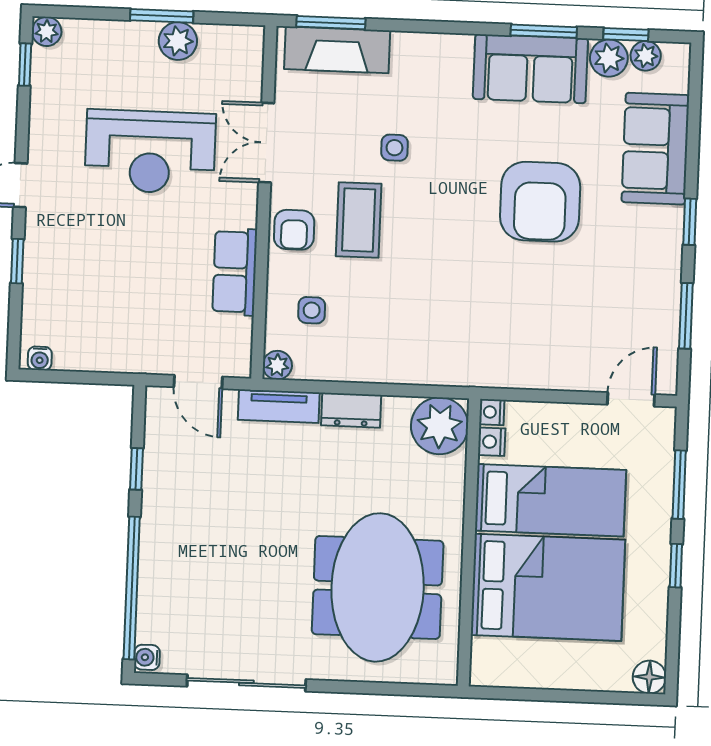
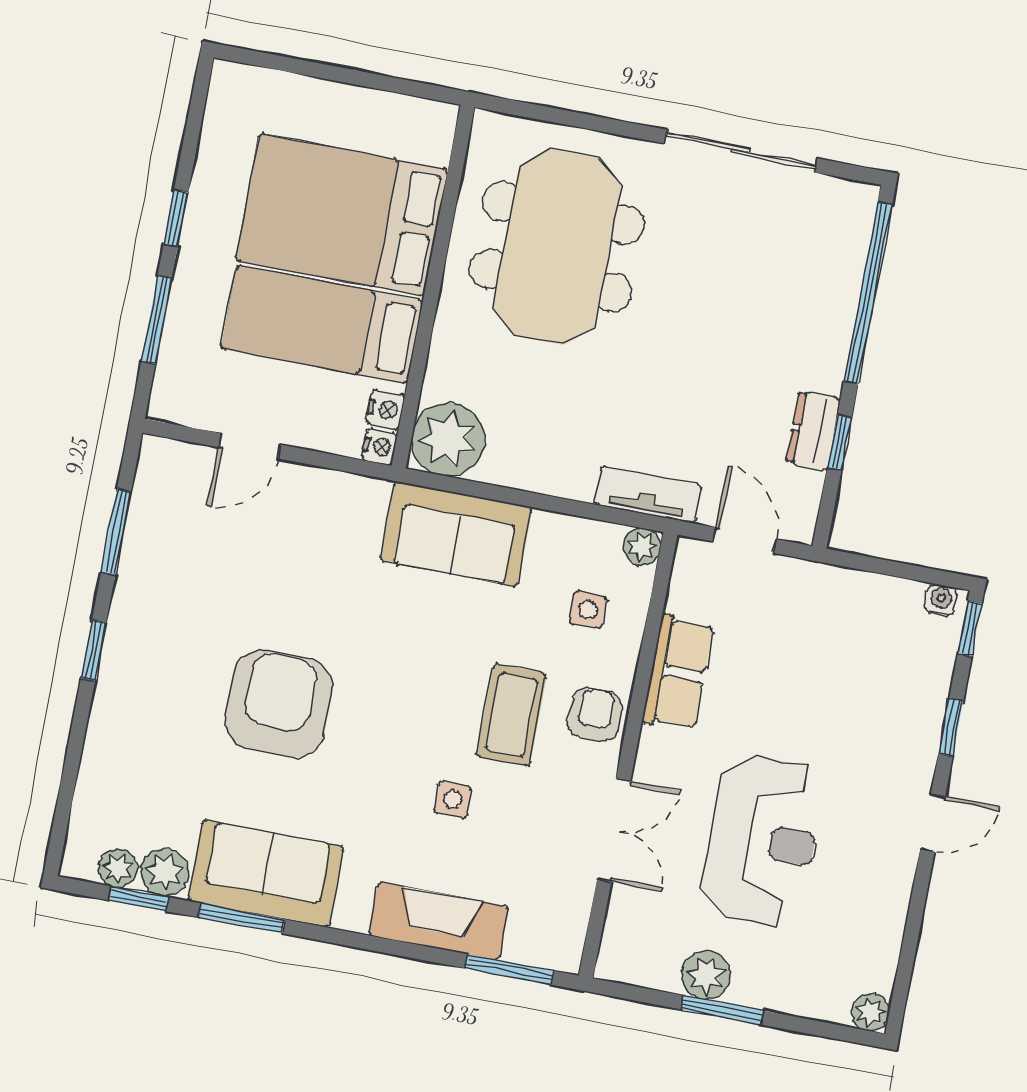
fireplace: (337, 50) -> (439, 921), moved
window: (25, 65) -> (970, 628), moved
sofa: (655, 149) -> (456, 534), moved, turned 90
reception desk: (150, 152) -> (762, 841), turned 90
door: (631, 399) -> (250, 446), moved
dresser: (351, 410) -> (813, 431), moved, turned -90
water cooler: (147, 657) -> (862, 202), removed
floor lamp: (649, 677) -> (230, 82), removed

